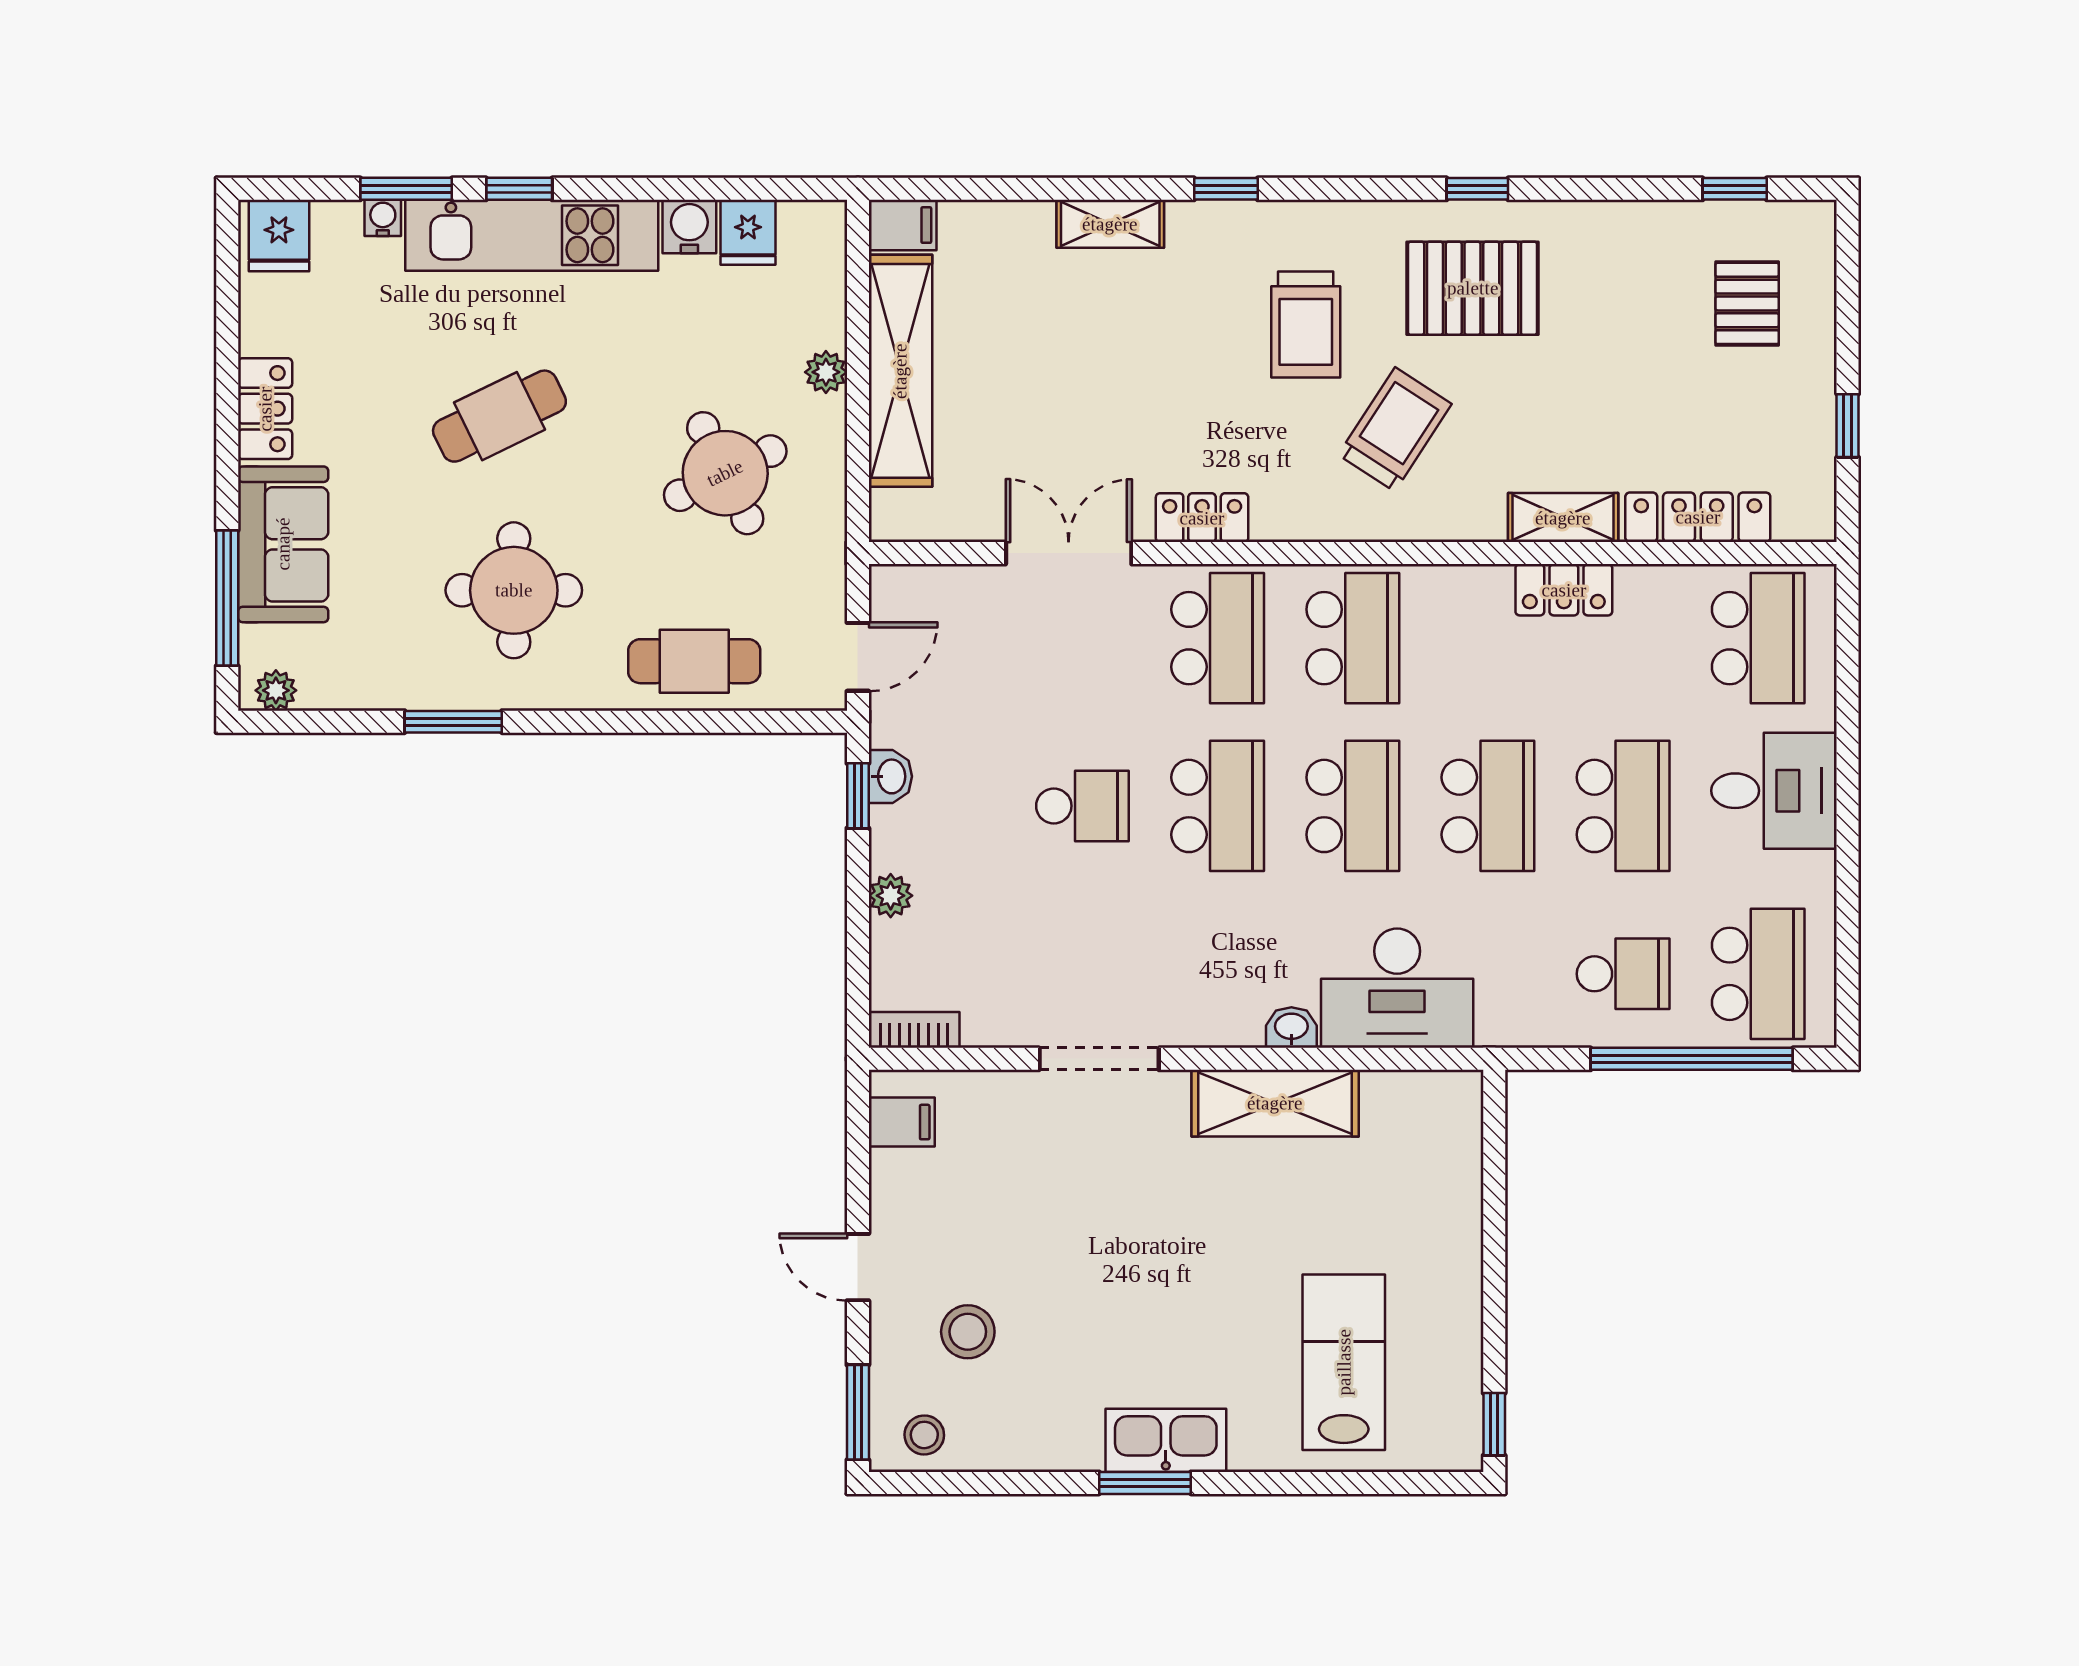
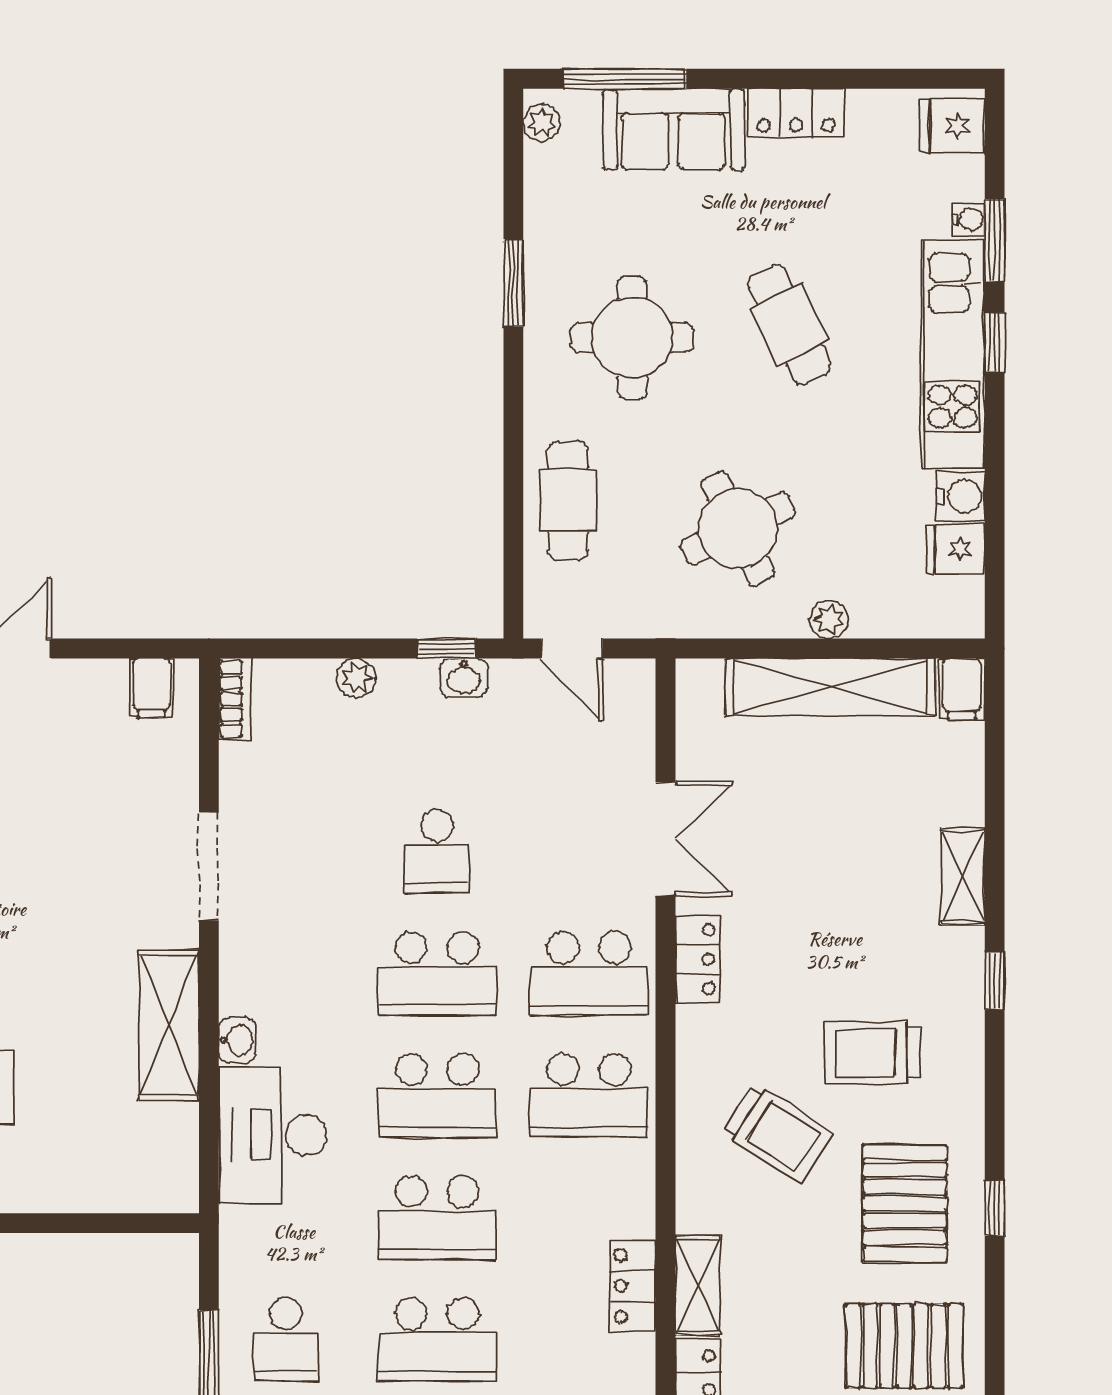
pallet: (1630, 289) -> (904, 1346), added

